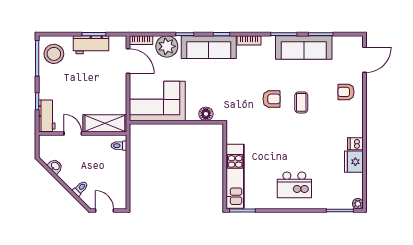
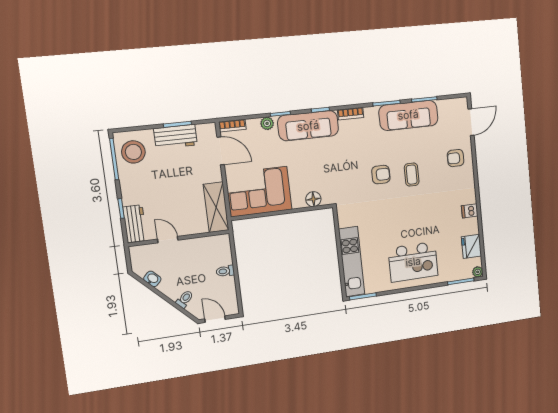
plant: (167, 46) -> (267, 123), width x0.53, depth x0.53
shelving: (105, 123) -> (216, 207), moved, turned 90
toilet: (119, 146) -> (225, 271), moved
fridge: (354, 162) -> (471, 246), moved
kitchen island: (294, 185) -> (413, 262), width x1.37, depth x1.28

